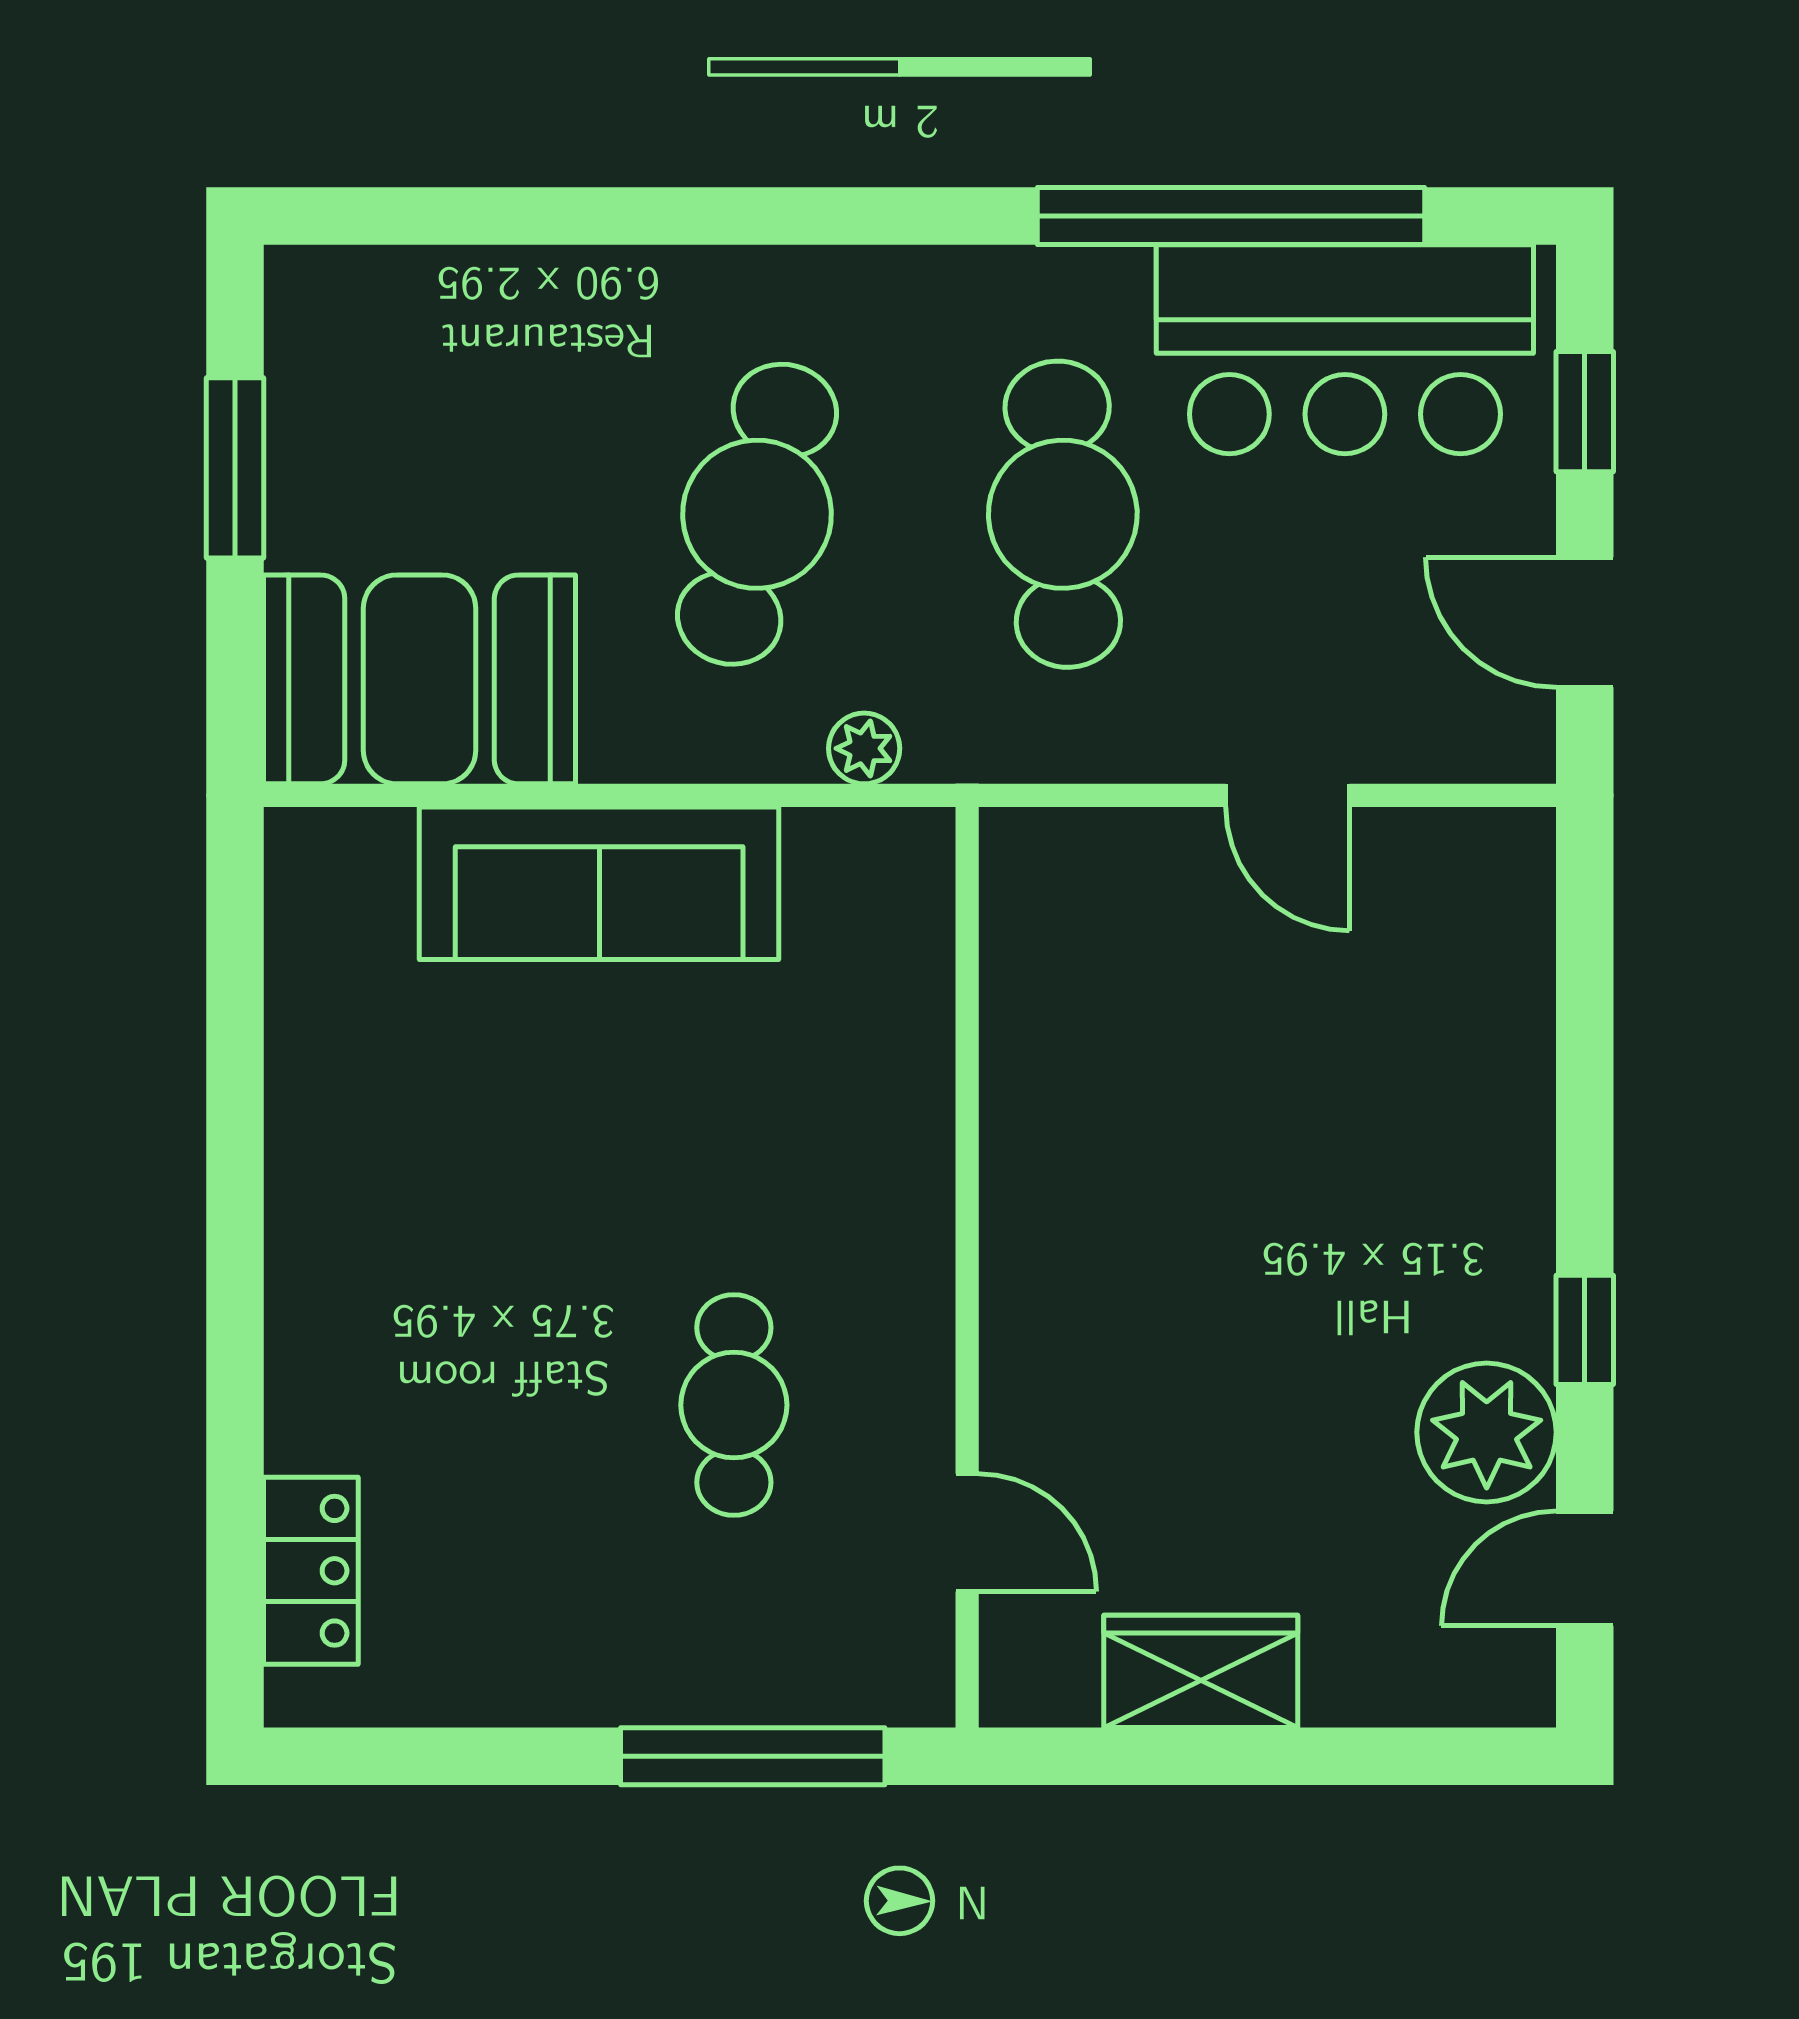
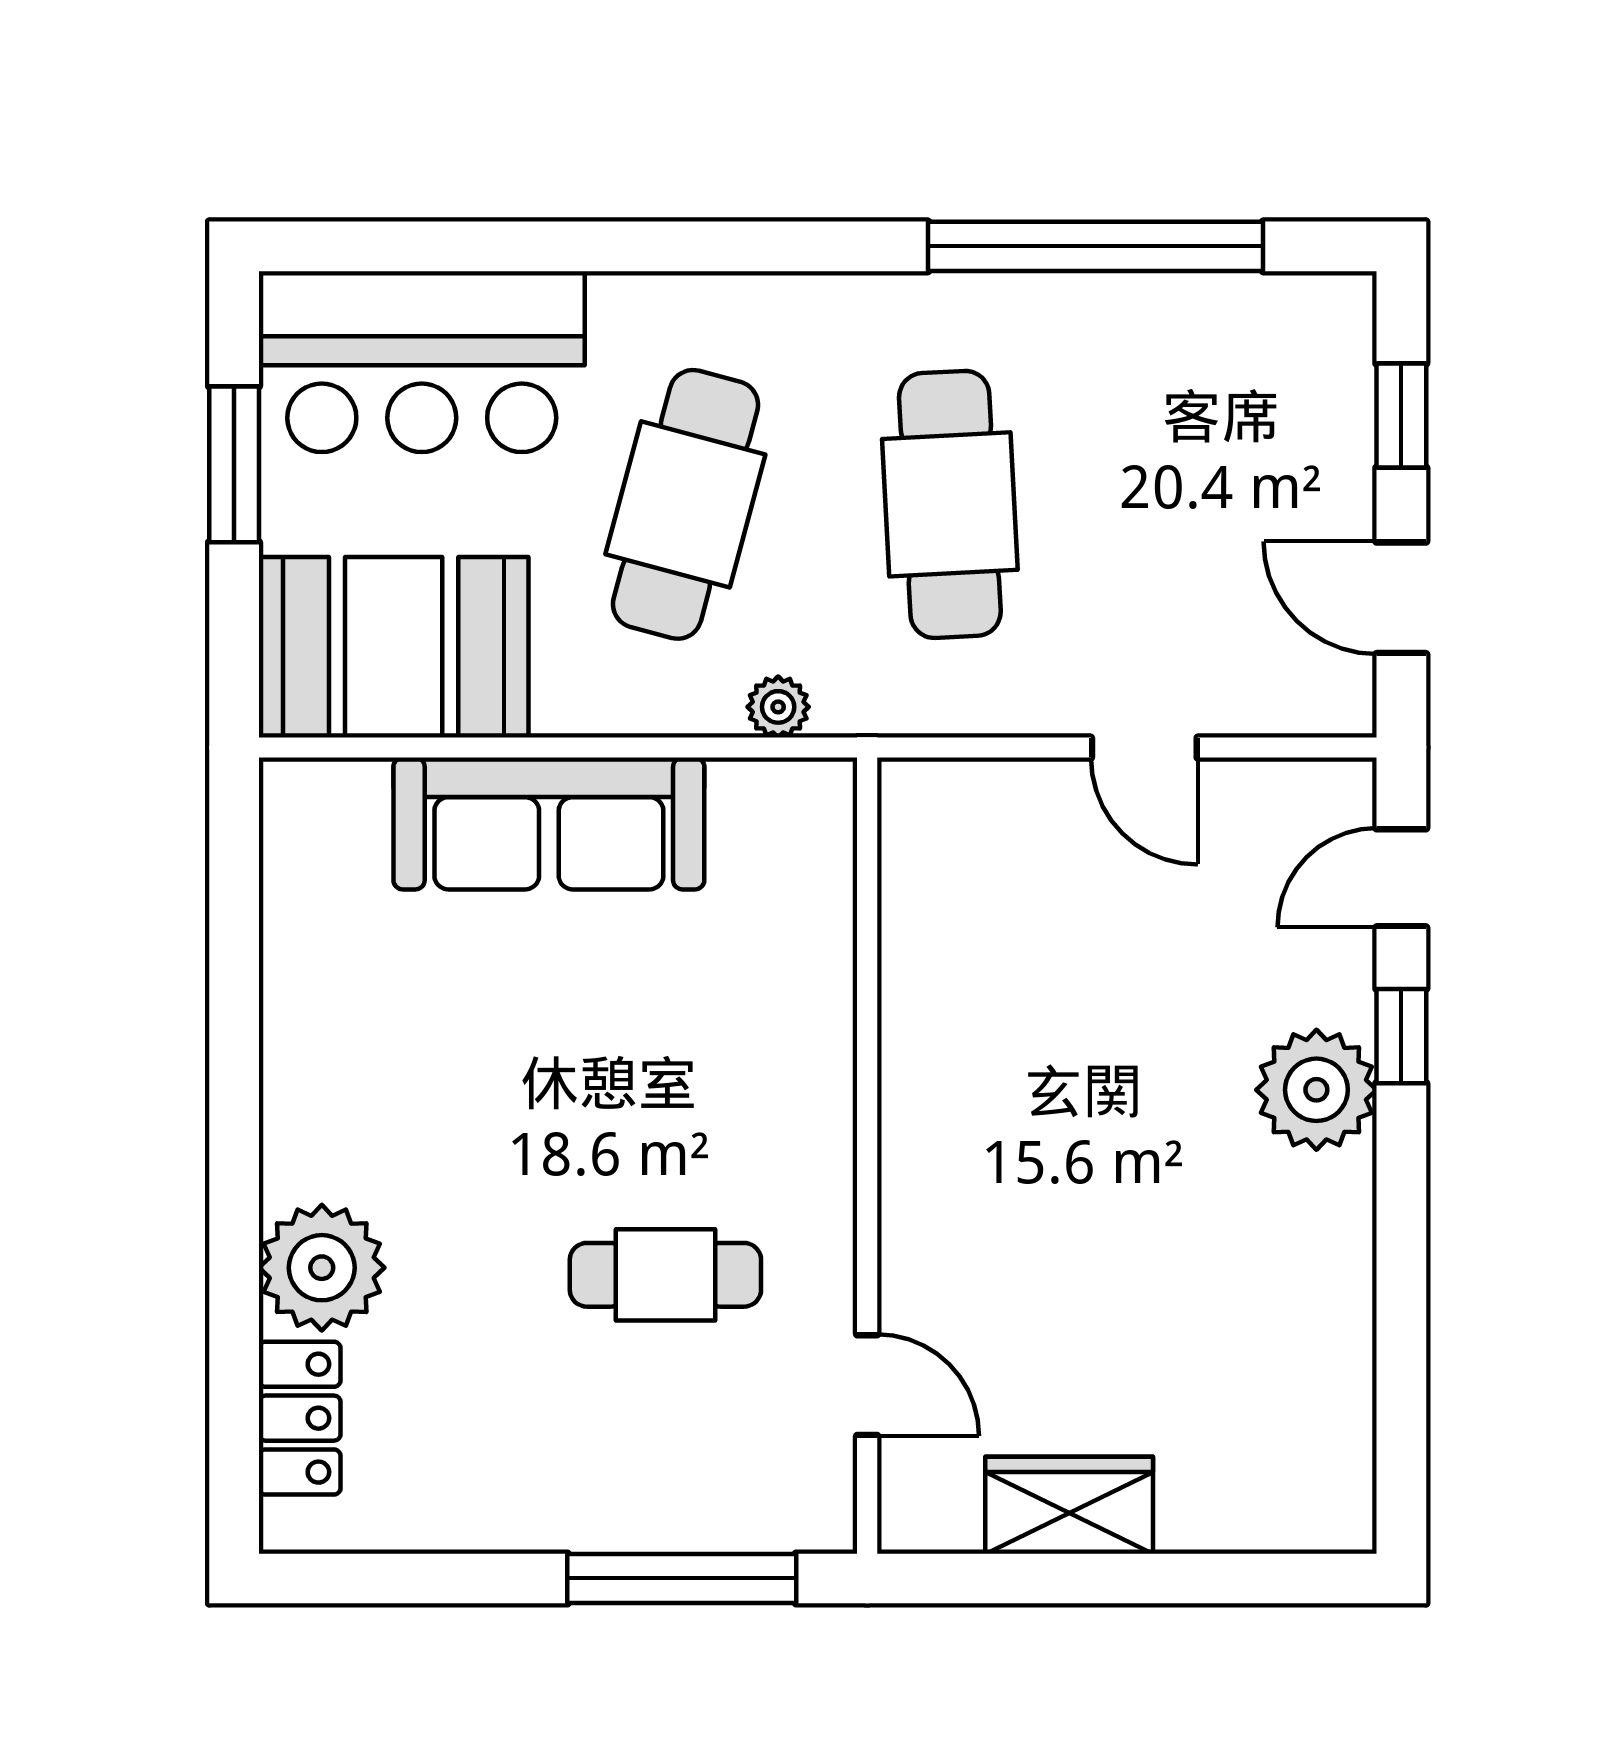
bar counter: (1345, 349) -> (422, 362), moved
window: (1585, 1330) -> (1401, 1036), moved
plant: (336, 1397) -> (322, 1268), added
cafe table: (734, 1405) -> (665, 1275), turned 90
plant: (1487, 1432) -> (1316, 1090), moved
door: (1585, 1569) -> (1401, 878), moved

